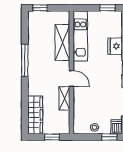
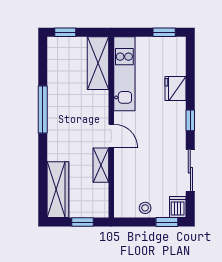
shelving: (62, 42) -> (98, 63), moved

